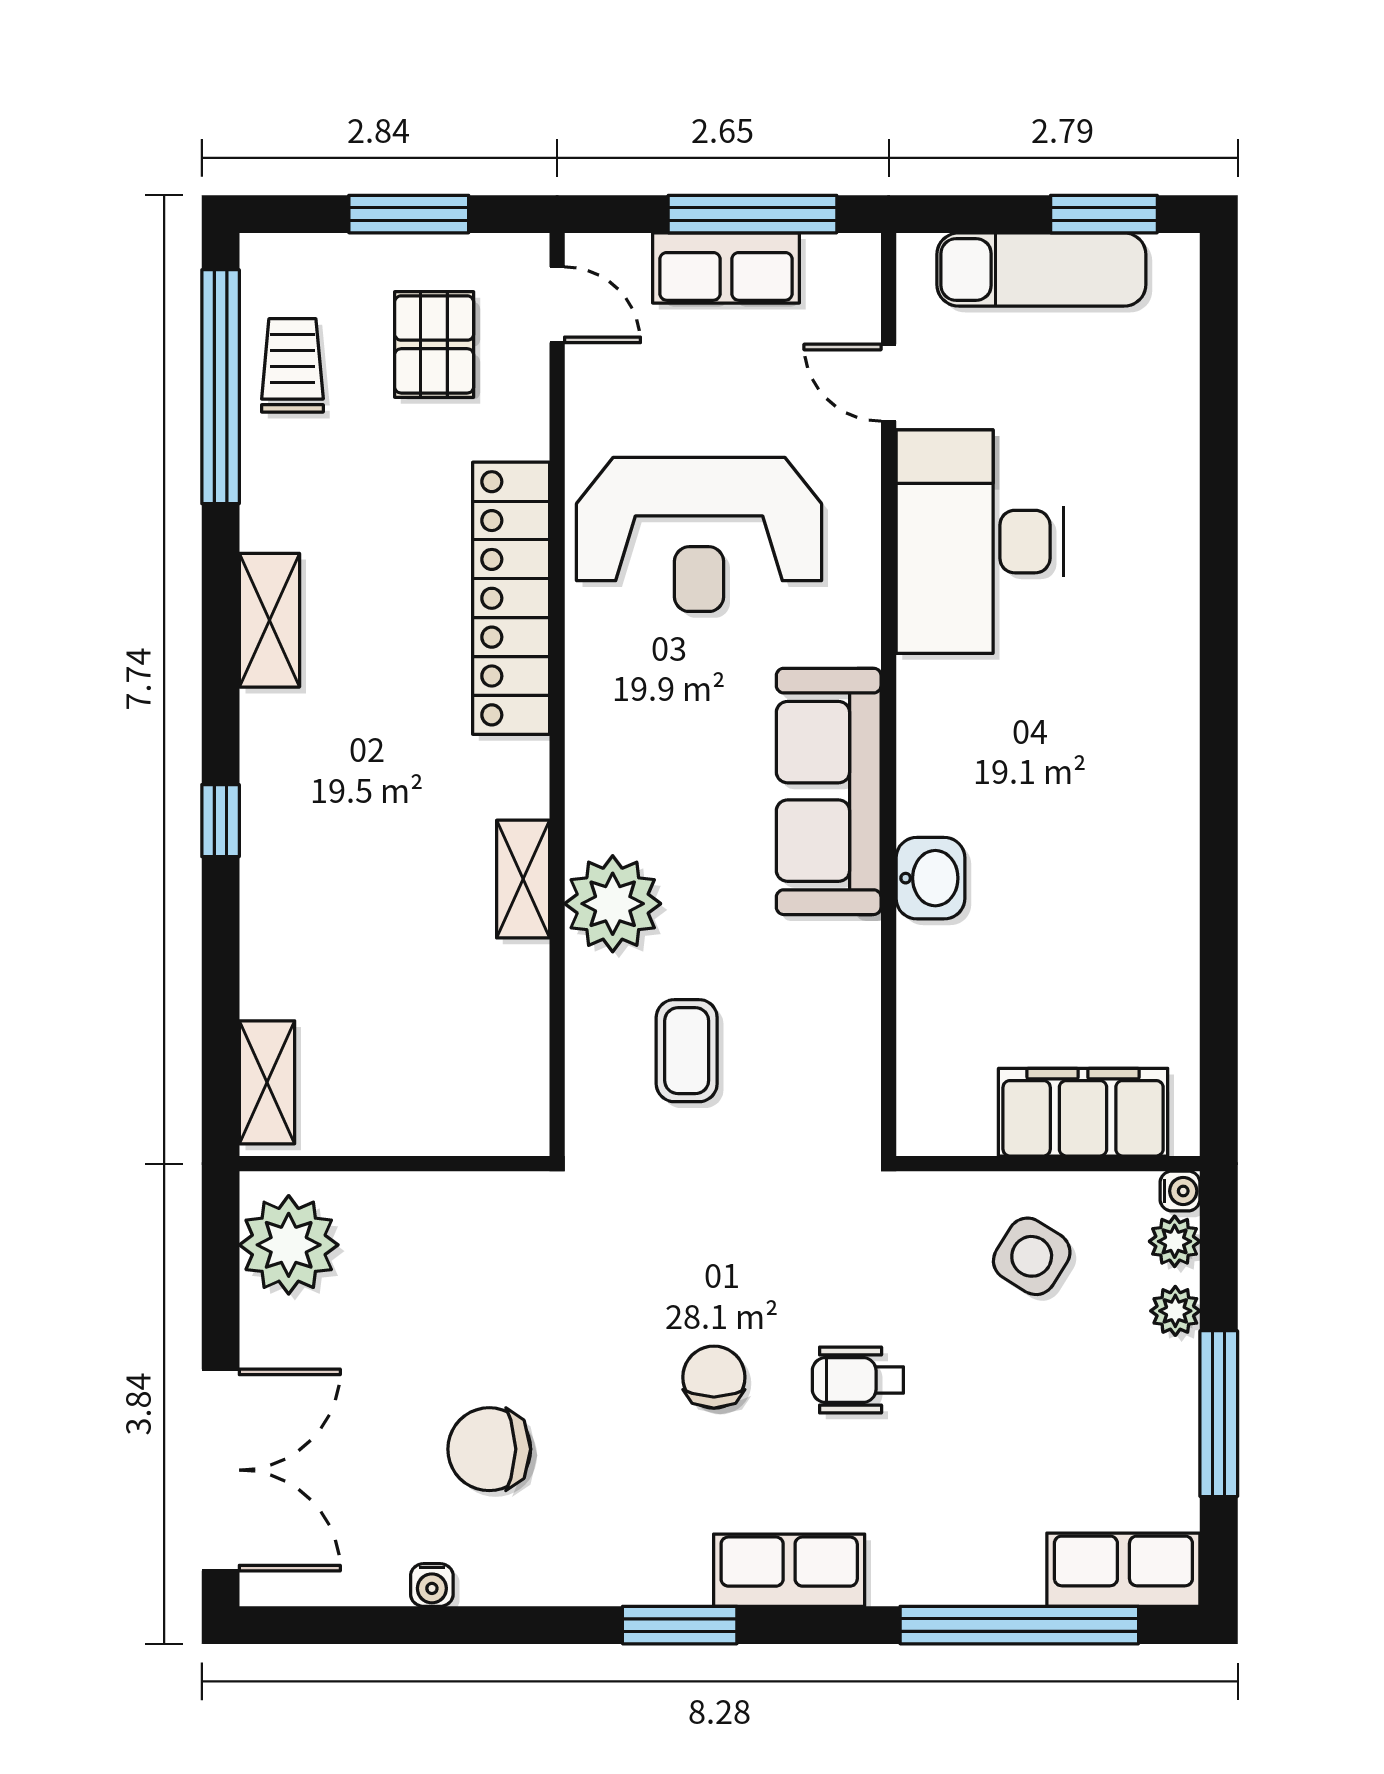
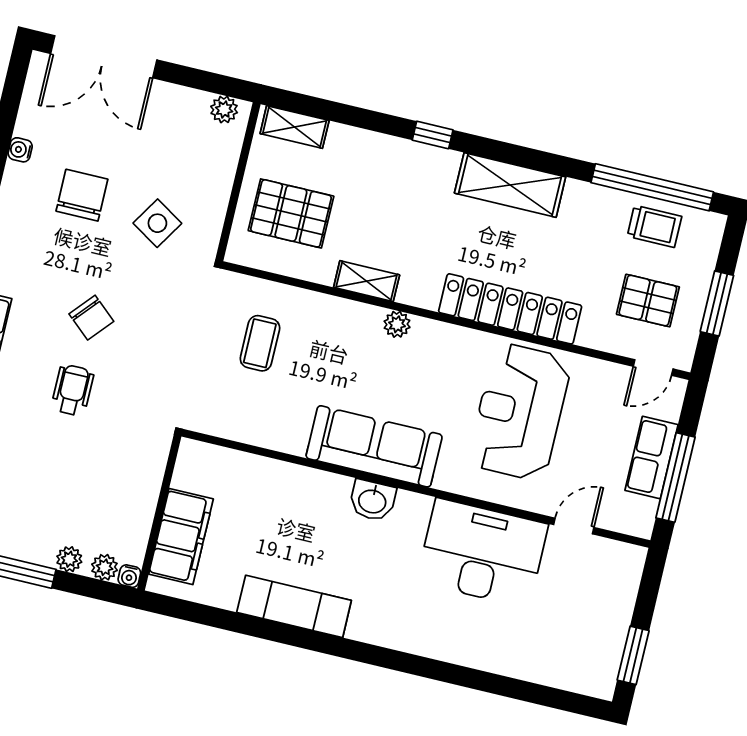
exam couch: (1041, 270) -> (294, 606), moved, turned 90
shelving: (269, 620) -> (510, 185), width x1.50, depth x1.33
washbasin: (930, 878) -> (372, 500), moved
plant: (613, 904) -> (397, 324), moved, width x0.53, depth x0.53
pallet: (430, 1050) -> (291, 213), added
coffee table: (687, 1051) -> (260, 343), turned 90
plant: (289, 1245) -> (224, 109), width x0.53, depth x0.53
side table: (1032, 1256) -> (157, 223), moved
chair: (714, 1377) -> (91, 318), turned 41

